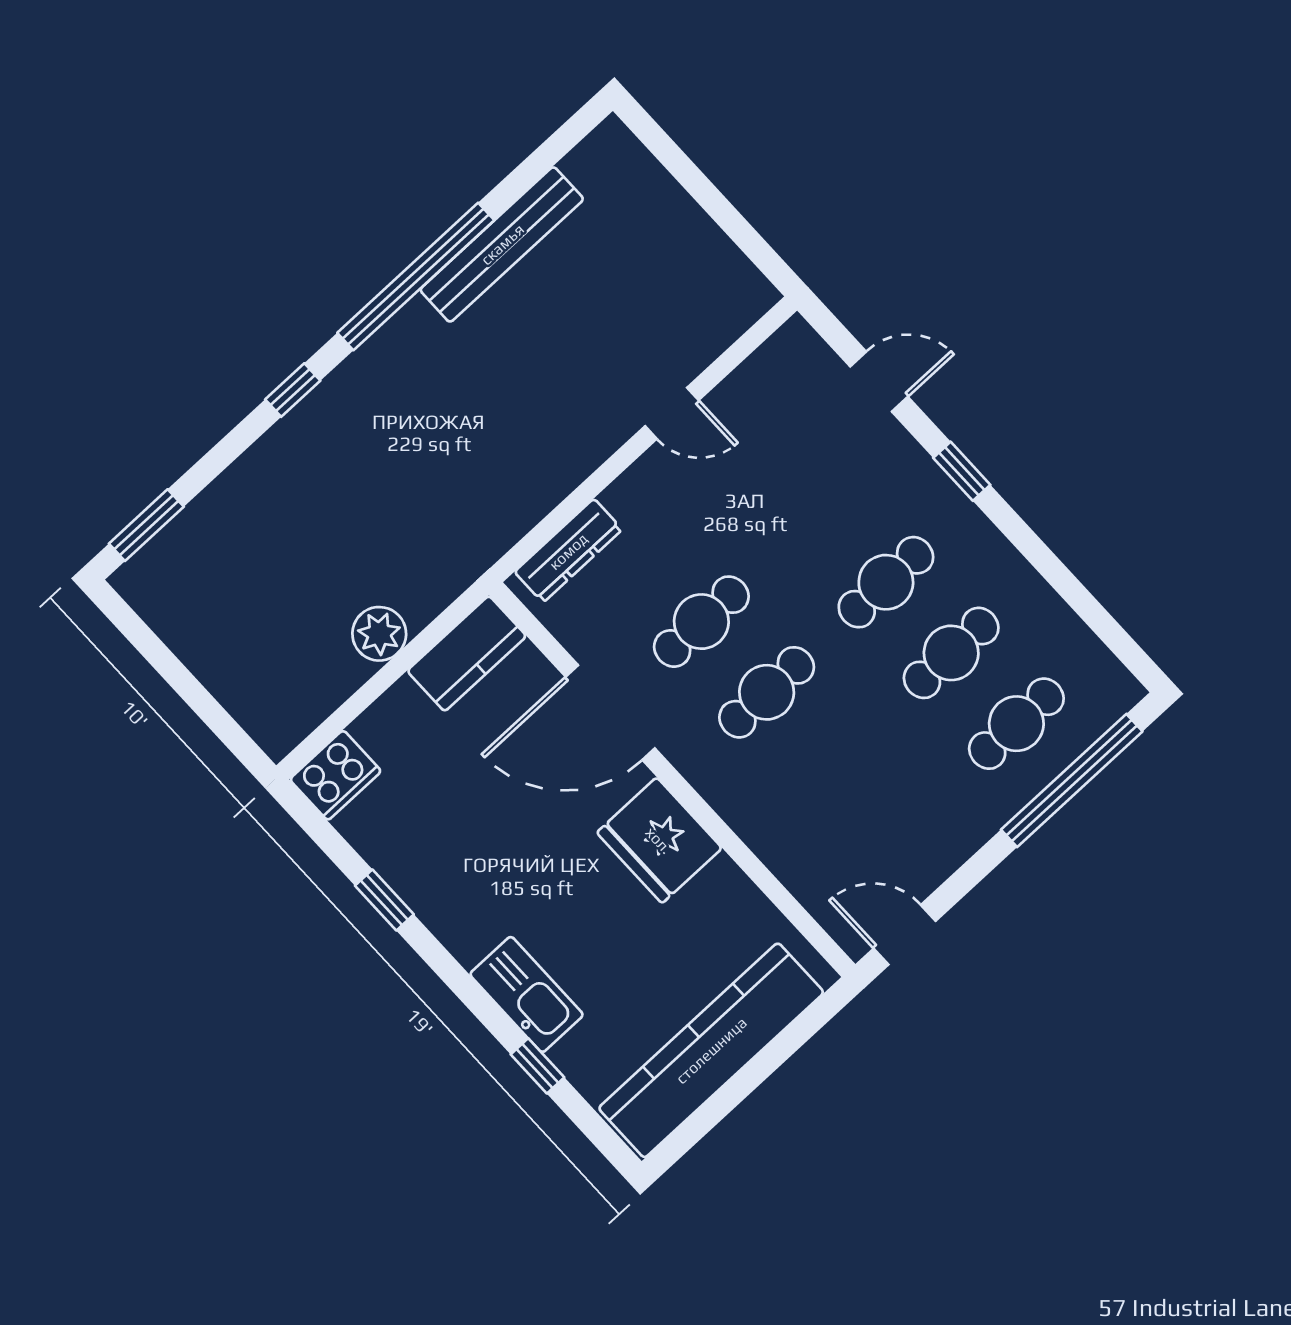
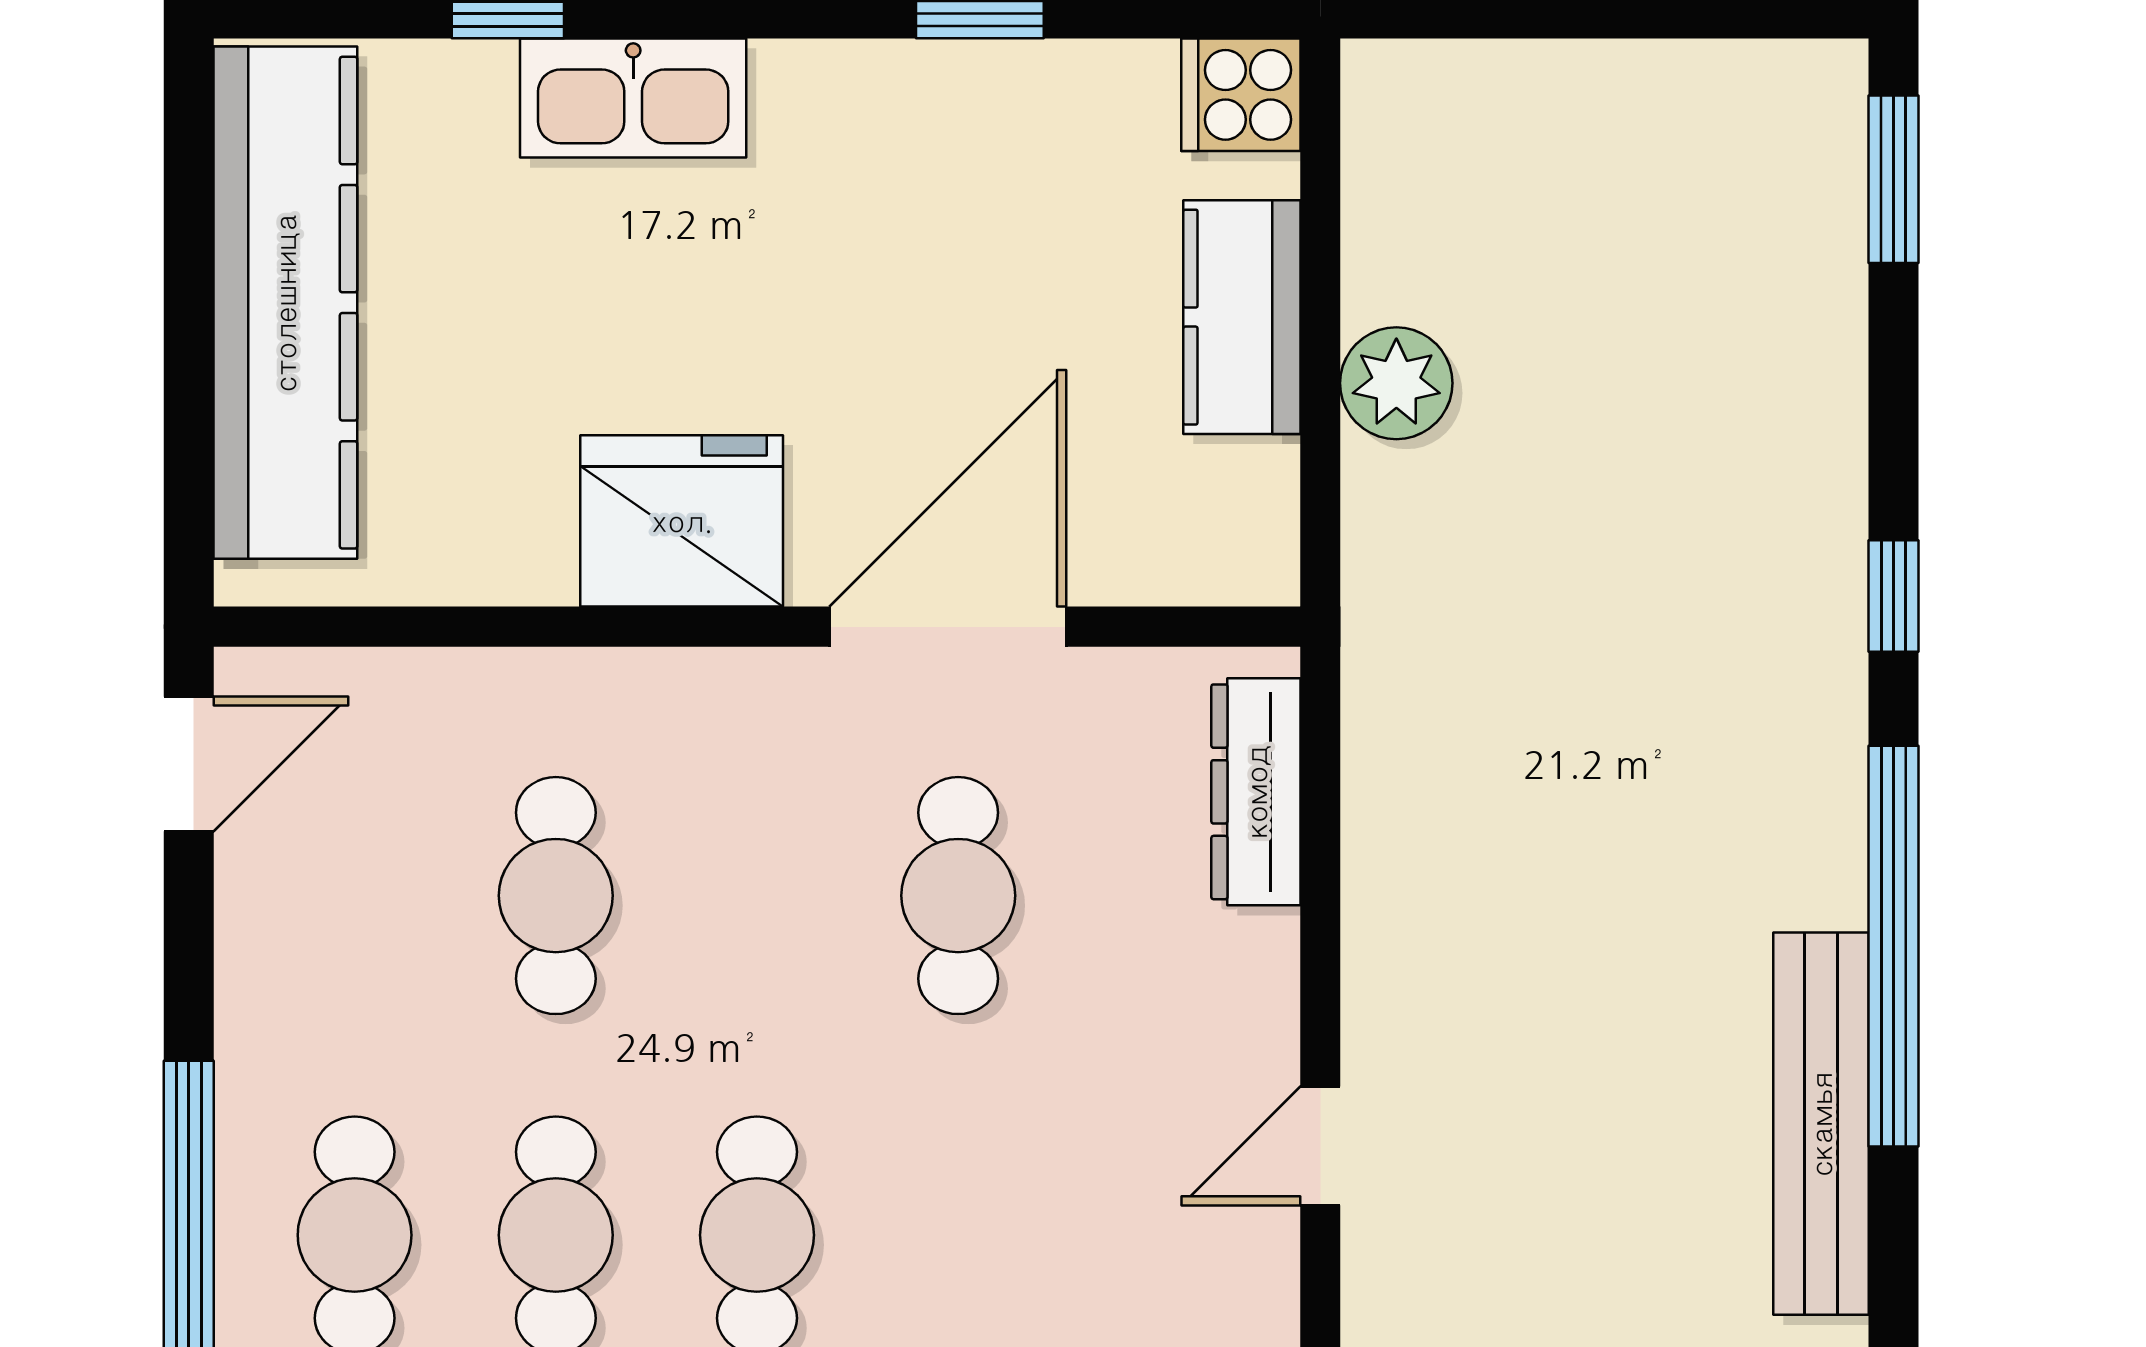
kitchen counter: (467, 653) -> (1242, 317), moved
cafe table: (767, 692) -> (556, 896), moved
cooker: (335, 775) -> (1241, 95), width x0.73

